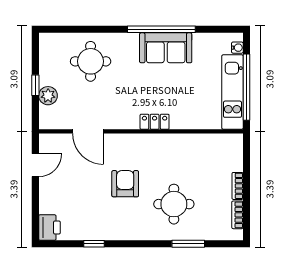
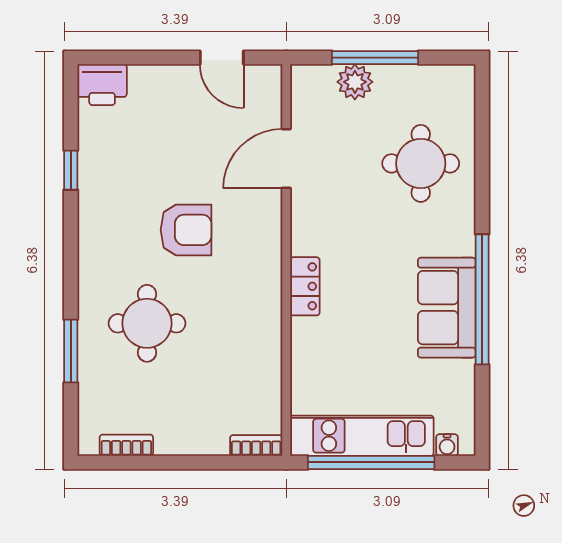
window: (35, 85) -> (375, 58), width x2.17
bookcase: (238, 186) -> (256, 445), moved

